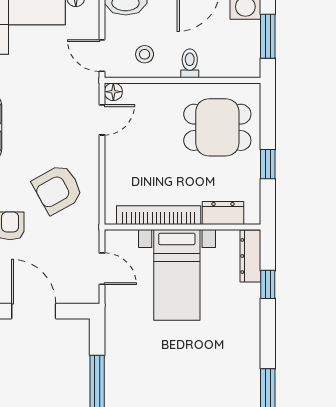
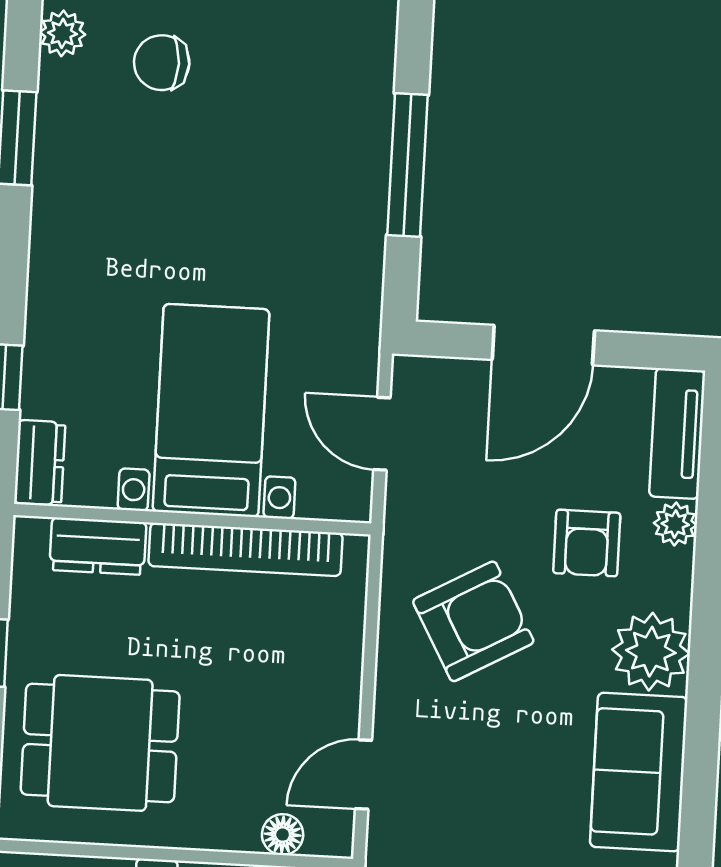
floor lamp: (113, 92) -> (283, 835), moved
dresser: (250, 256) -> (40, 463), width x0.70
door: (34, 311) -> (543, 345), hinge flipped

